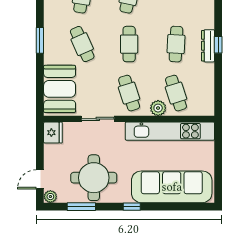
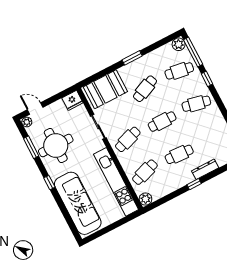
dresser: (208, 46) -> (205, 169), moved
plant: (158, 108) -> (146, 199), moved

